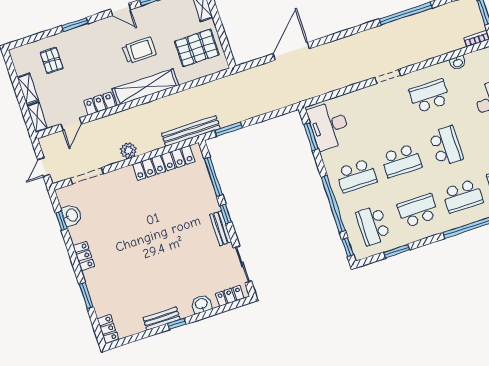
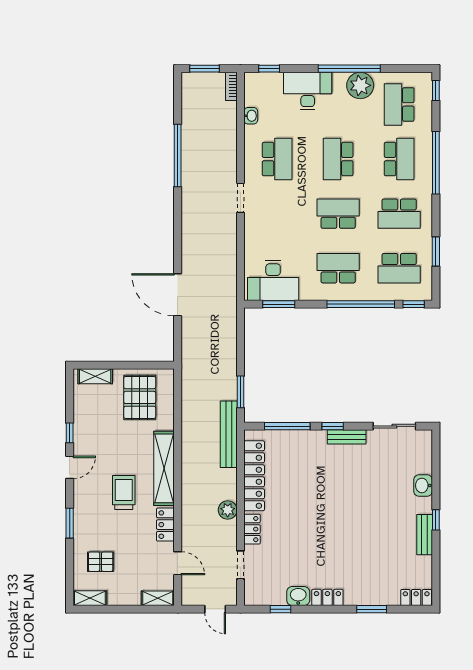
trolley: (139, 50) -> (124, 492), moved
shelving: (28, 89) -> (90, 598), moved
school desk: (429, 96) -> (277, 159), turned 180
school desk: (446, 146) -> (338, 159), turned -90
school desk: (401, 161) -> (338, 214), turned -90
doorway: (87, 176) -> (241, 565), width x0.73
school desk: (357, 176) -> (338, 268), turned -90
school desk: (418, 211) -> (399, 214), turned -90
washbasin: (72, 215) -> (298, 596), moved
locker: (230, 296) -> (252, 529), moved, turned 180

